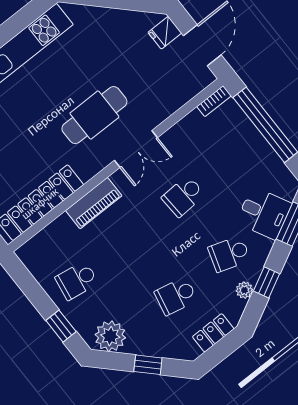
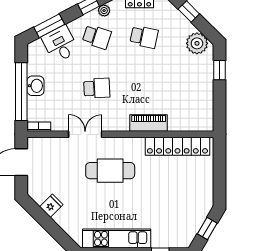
fridge: (165, 33) -> (51, 206), moved, turned -45
washbasin: (254, 144) -> (36, 86), added
double door: (136, 149) -> (85, 134), moved
school desk: (77, 280) -> (191, 88), removed

